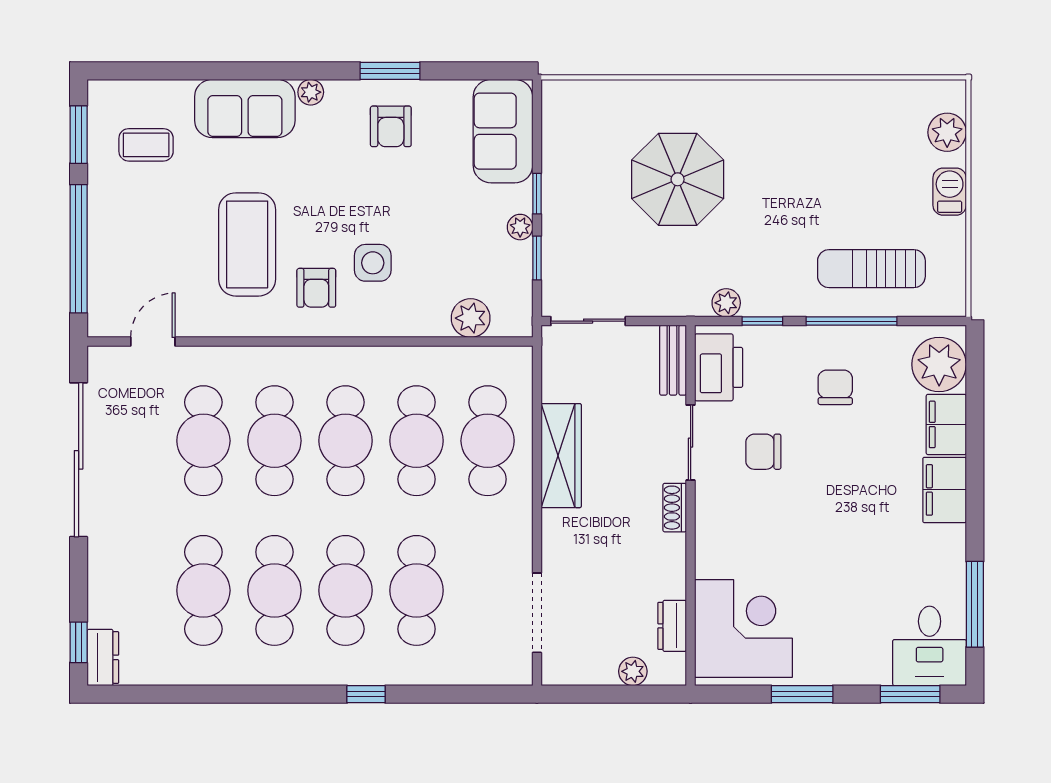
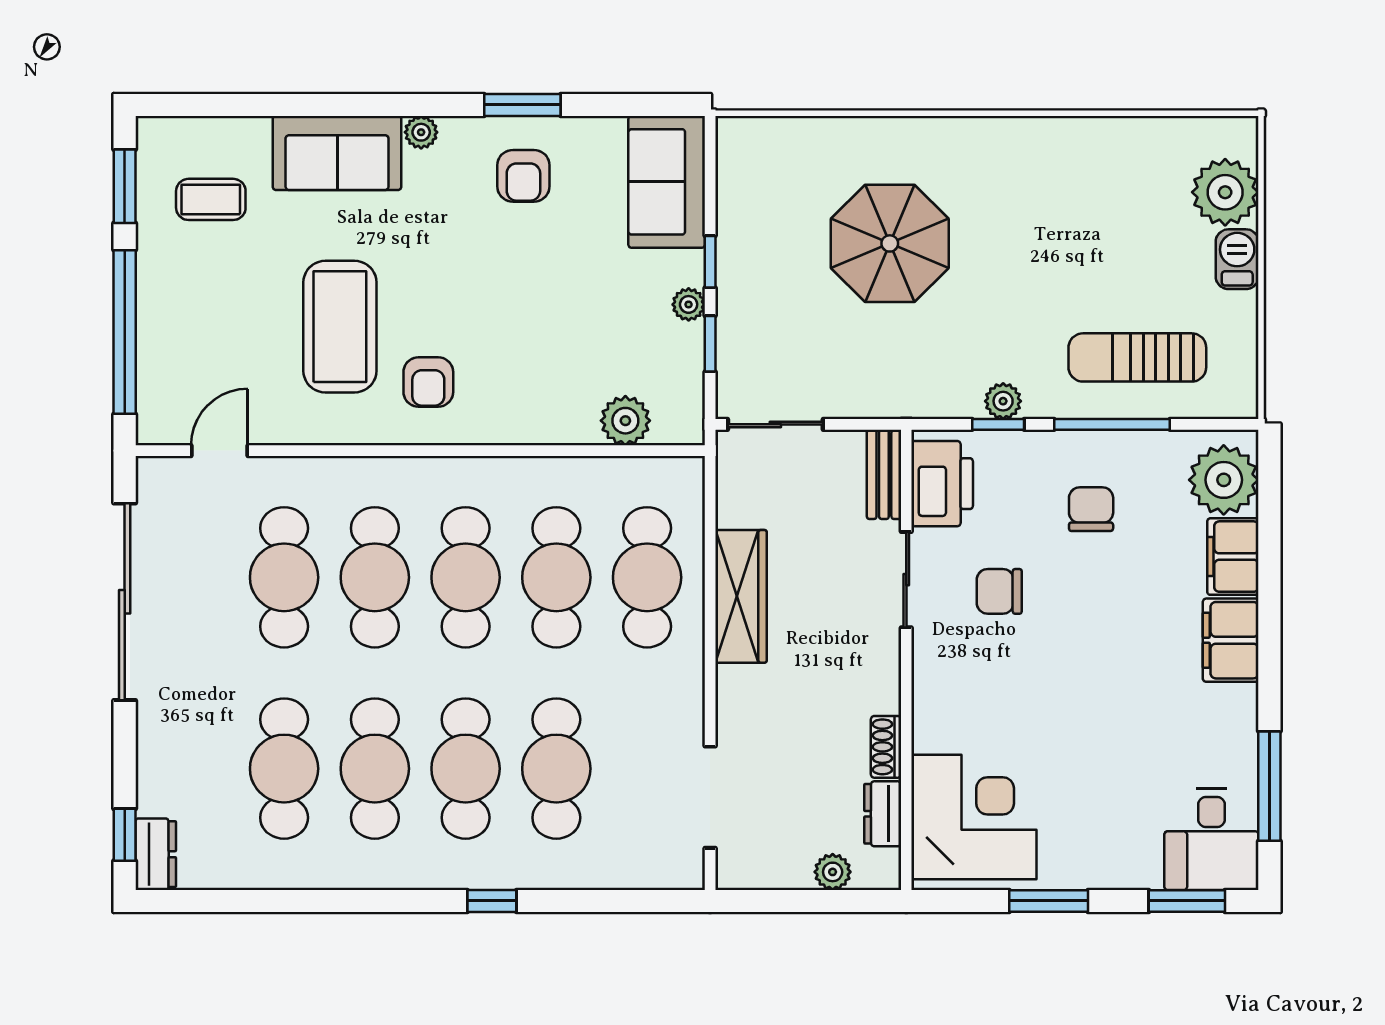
plant: (947, 132) -> (1225, 192), width x1.36, depth x1.36
side table: (373, 263) -> (500, 350), removed
plant: (726, 303) -> (1003, 401), moved
shoe rack: (675, 508) -> (886, 747), moved

